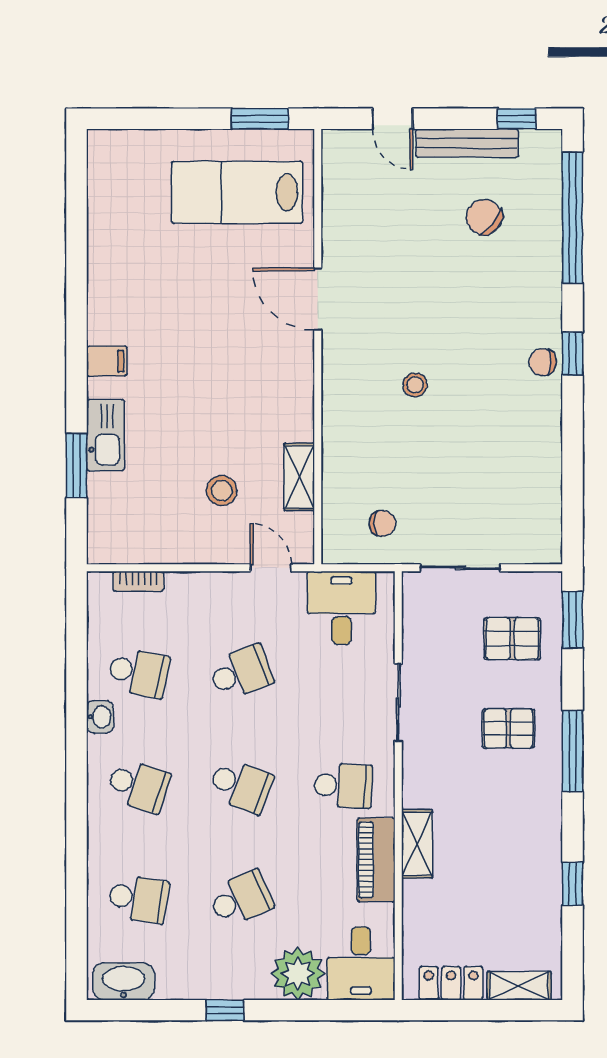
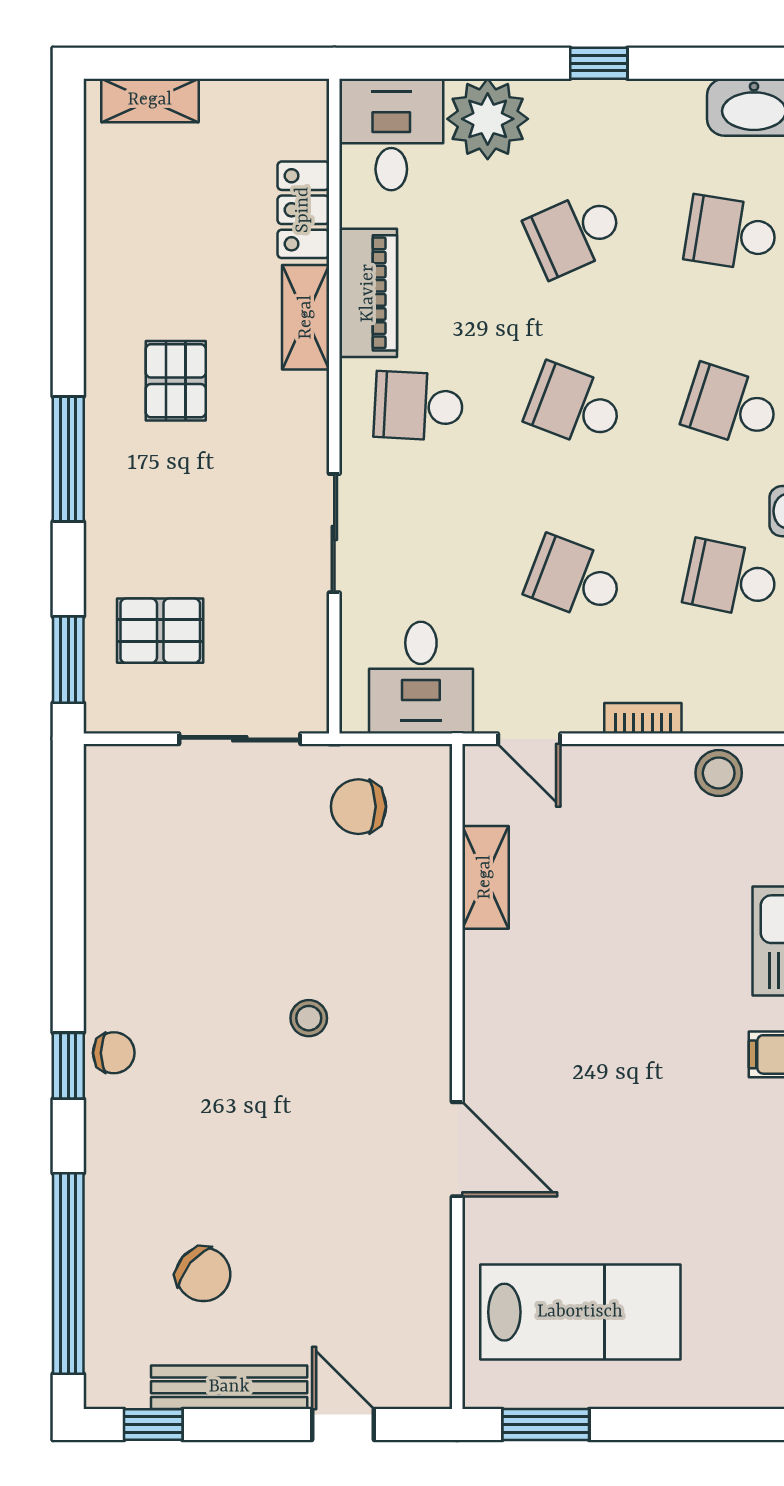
stool: (222, 491) -> (719, 773), moved
chair: (382, 523) -> (358, 807), width x1.37, depth x1.37
bookcase: (138, 581) -> (643, 718), moved
school desk: (241, 673) -> (575, 579), turned 42
pallet: (508, 728) -> (176, 381), moved, turned 90
window: (573, 884) -> (68, 256), removed
locker: (451, 983) -> (303, 210), moved, turned 90

